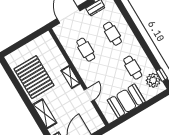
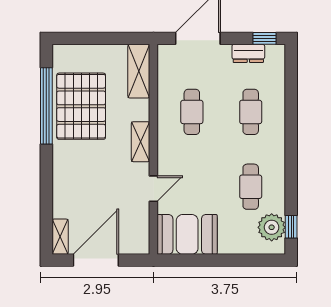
window: (18, 86) -> (46, 106), added
booth: (126, 101) -> (187, 234), moved
shelving: (45, 114) -> (139, 71), moved

